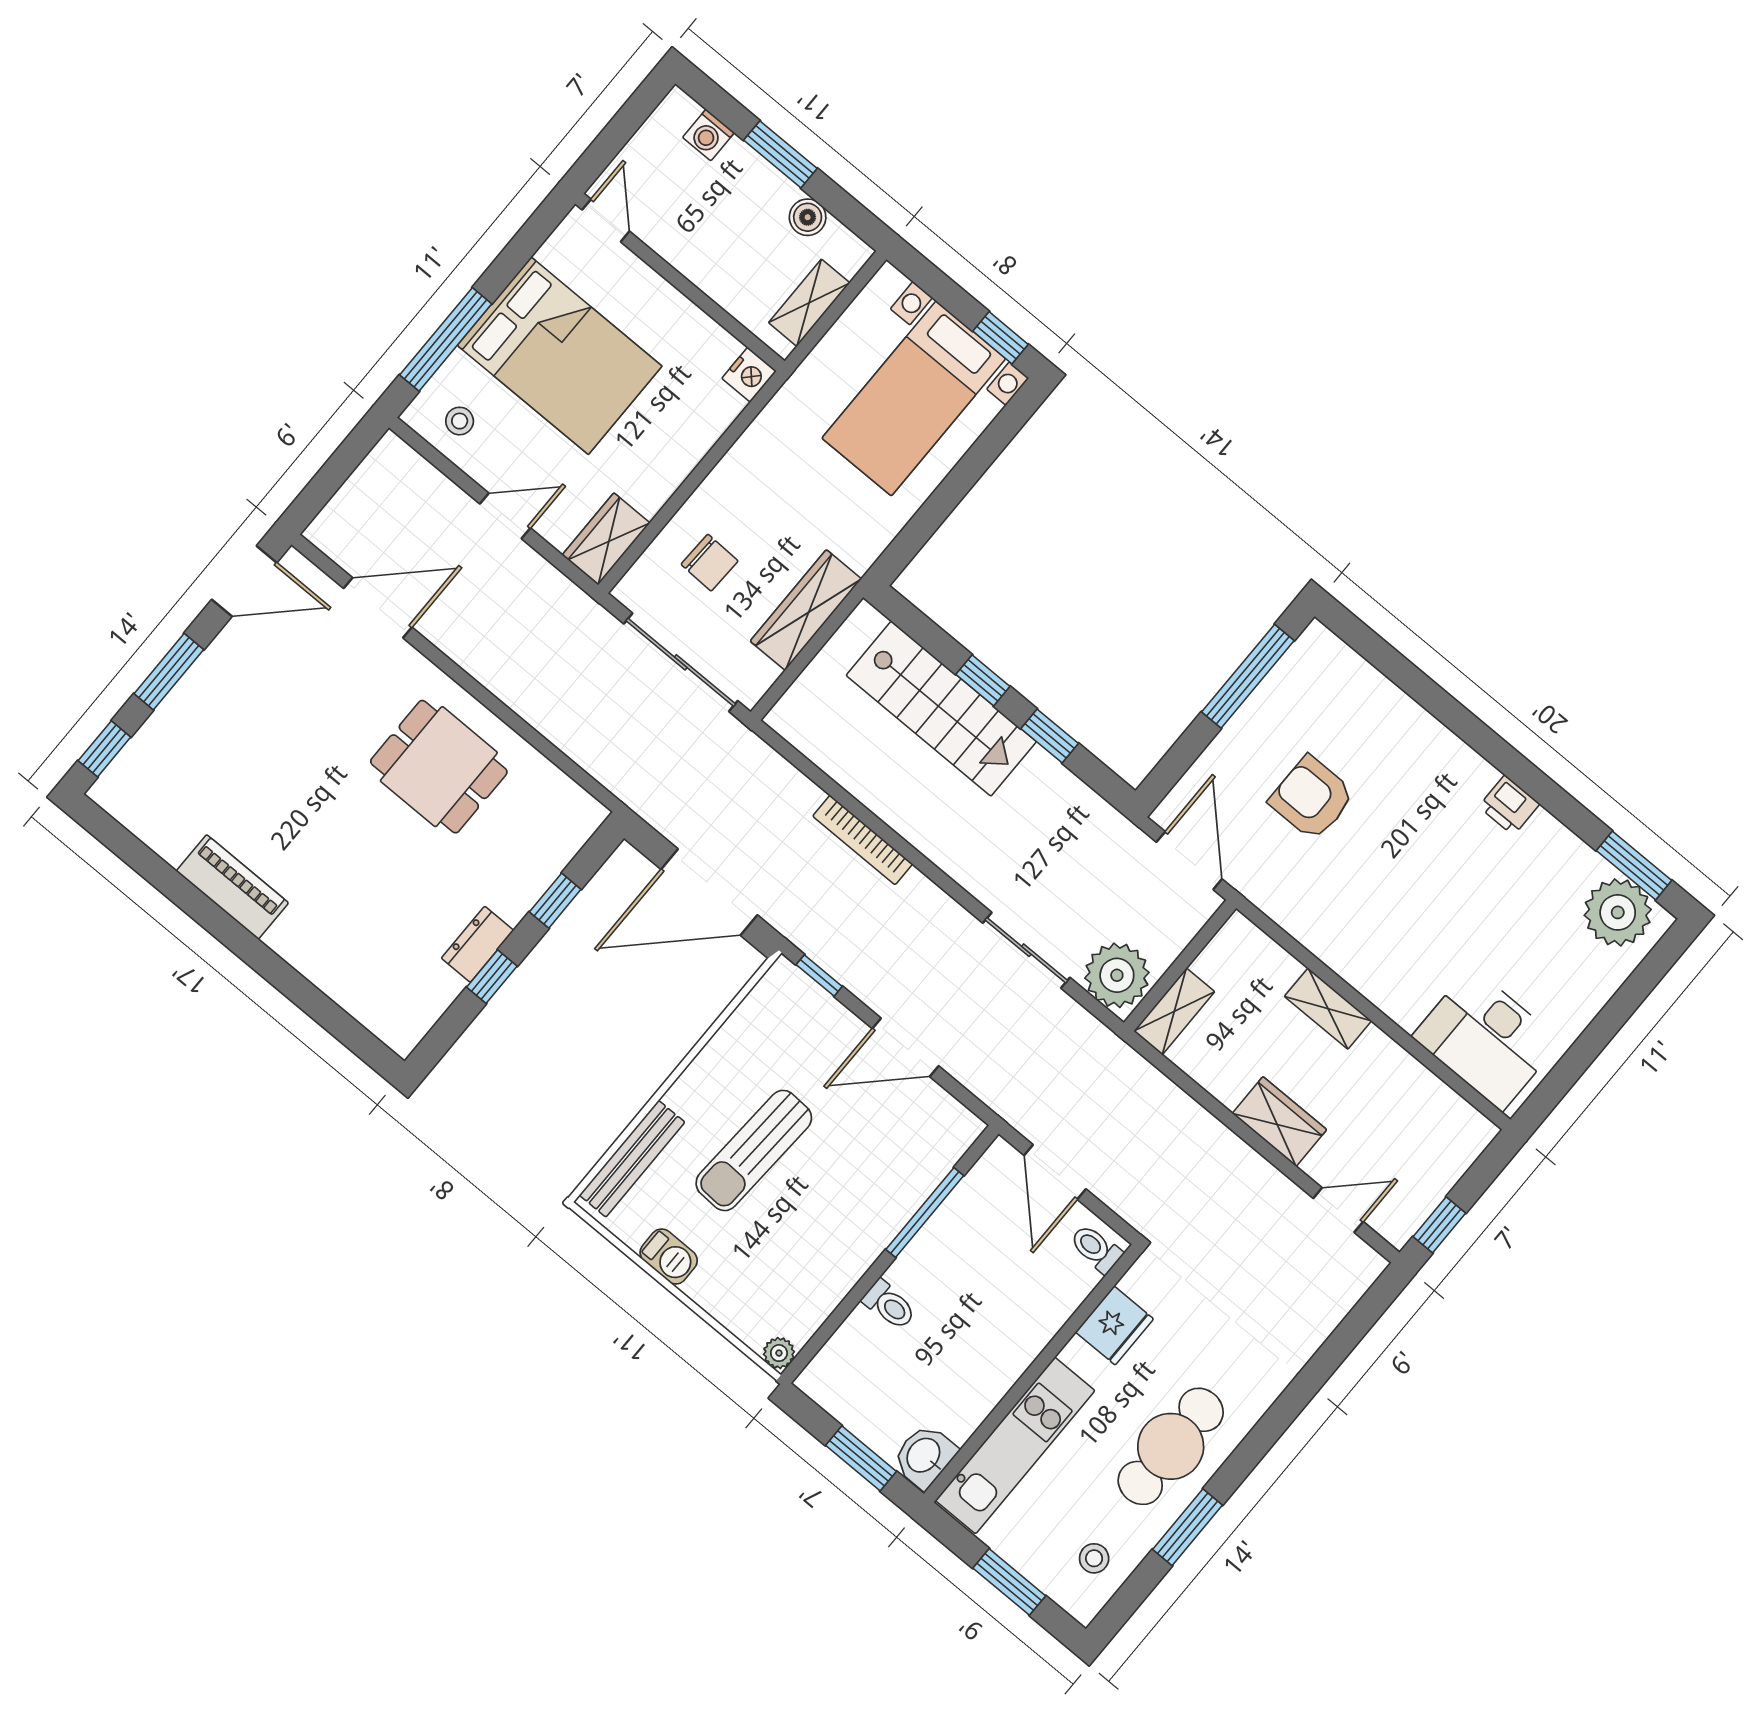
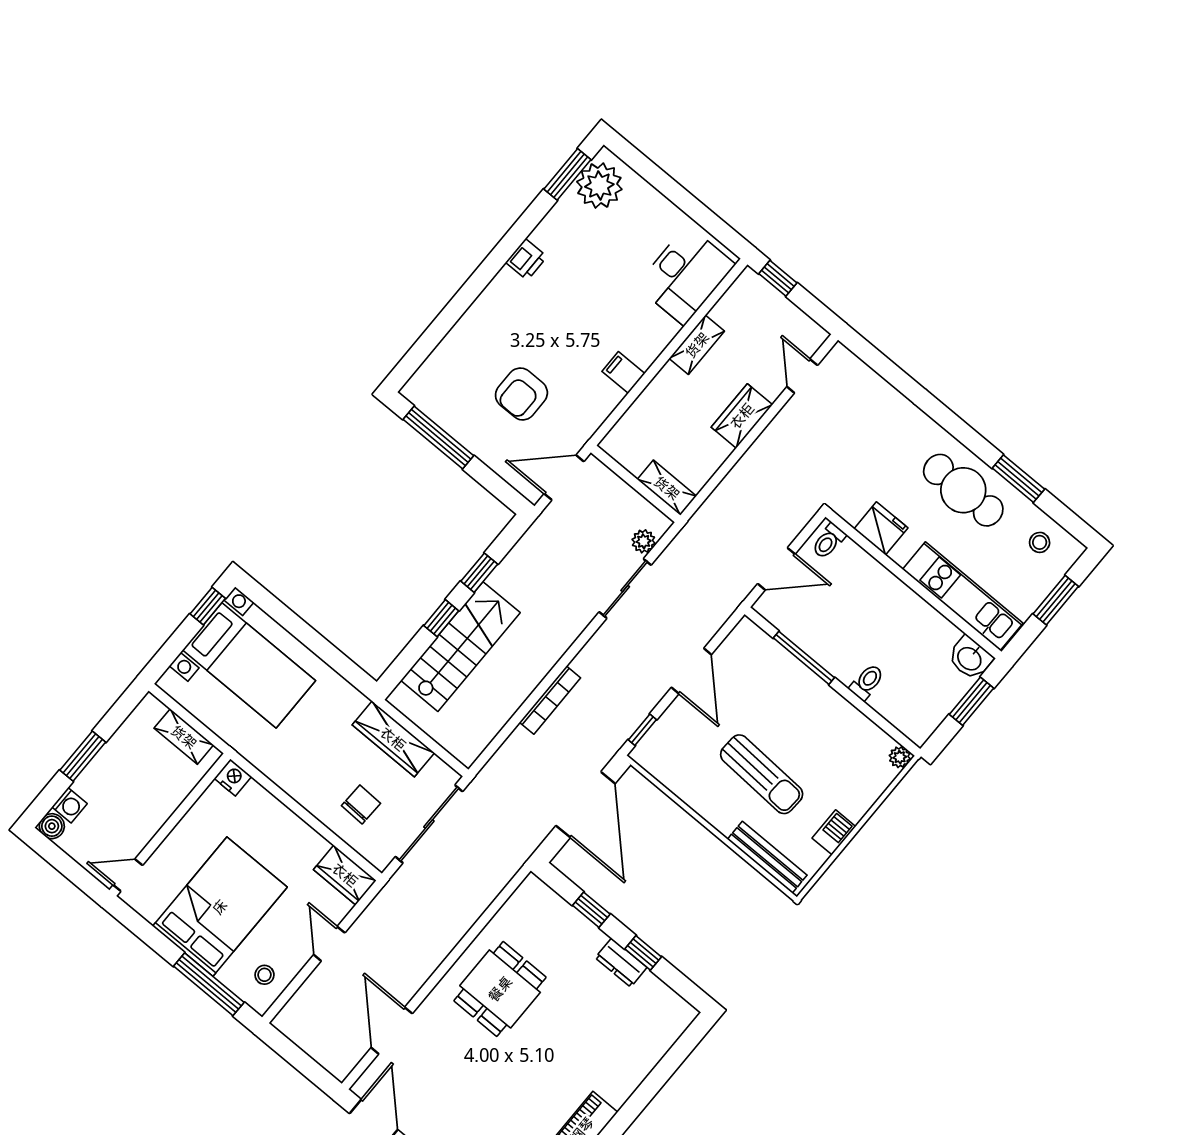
boiler: (808, 217) -> (52, 826), moved
filing cabinet: (1343, 948) -> (623, 372), added
plant: (1117, 975) -> (644, 541), width x0.53, depth x0.53
shelving: (1328, 1009) -> (697, 345), moved
window: (1439, 1225) -> (778, 278), moved

